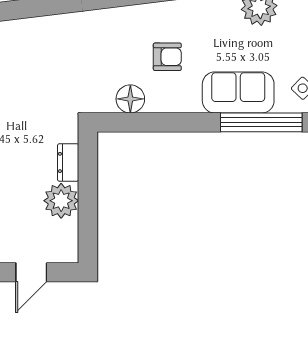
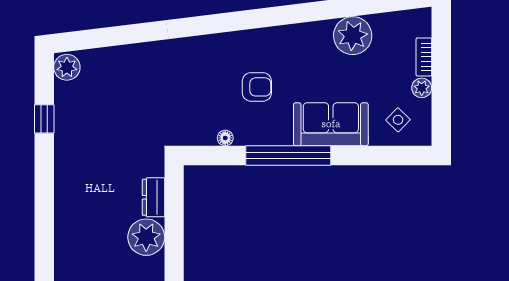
floor lamp: (130, 99) -> (225, 138), width x0.53, depth x0.53
window: (261, 122) -> (288, 155), moved

